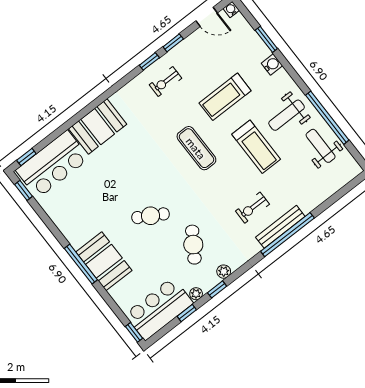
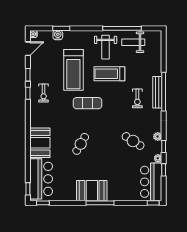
water cooler: (272, 65) -> (58, 35), moved
treadmill: (225, 97) -> (73, 70), width x1.37, depth x1.38
treadmill: (256, 147) -> (109, 74), turned 180
cafe table: (151, 216) -> (81, 144), moved
booth: (104, 261) -> (92, 191), moved

